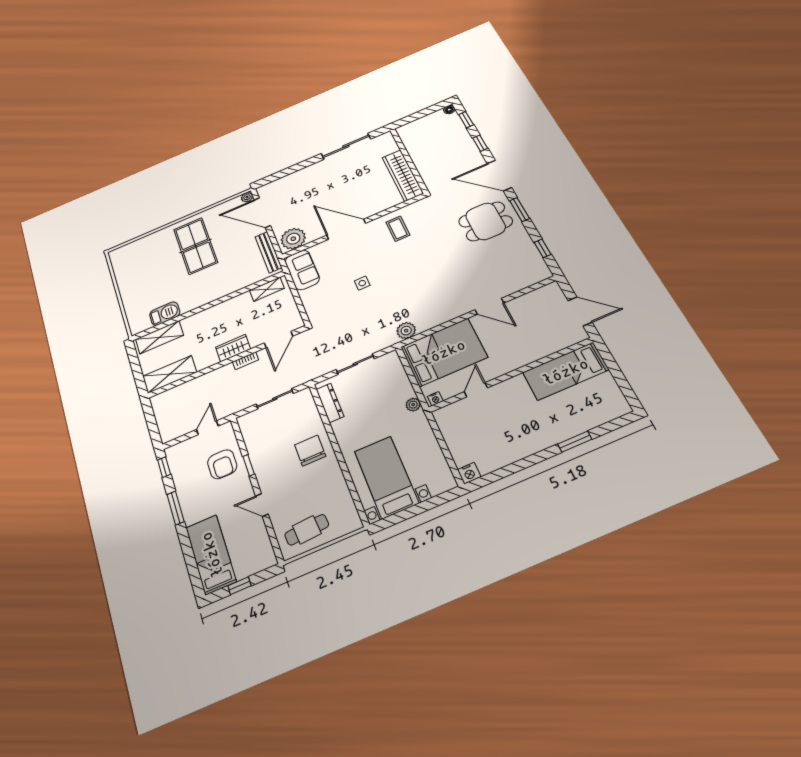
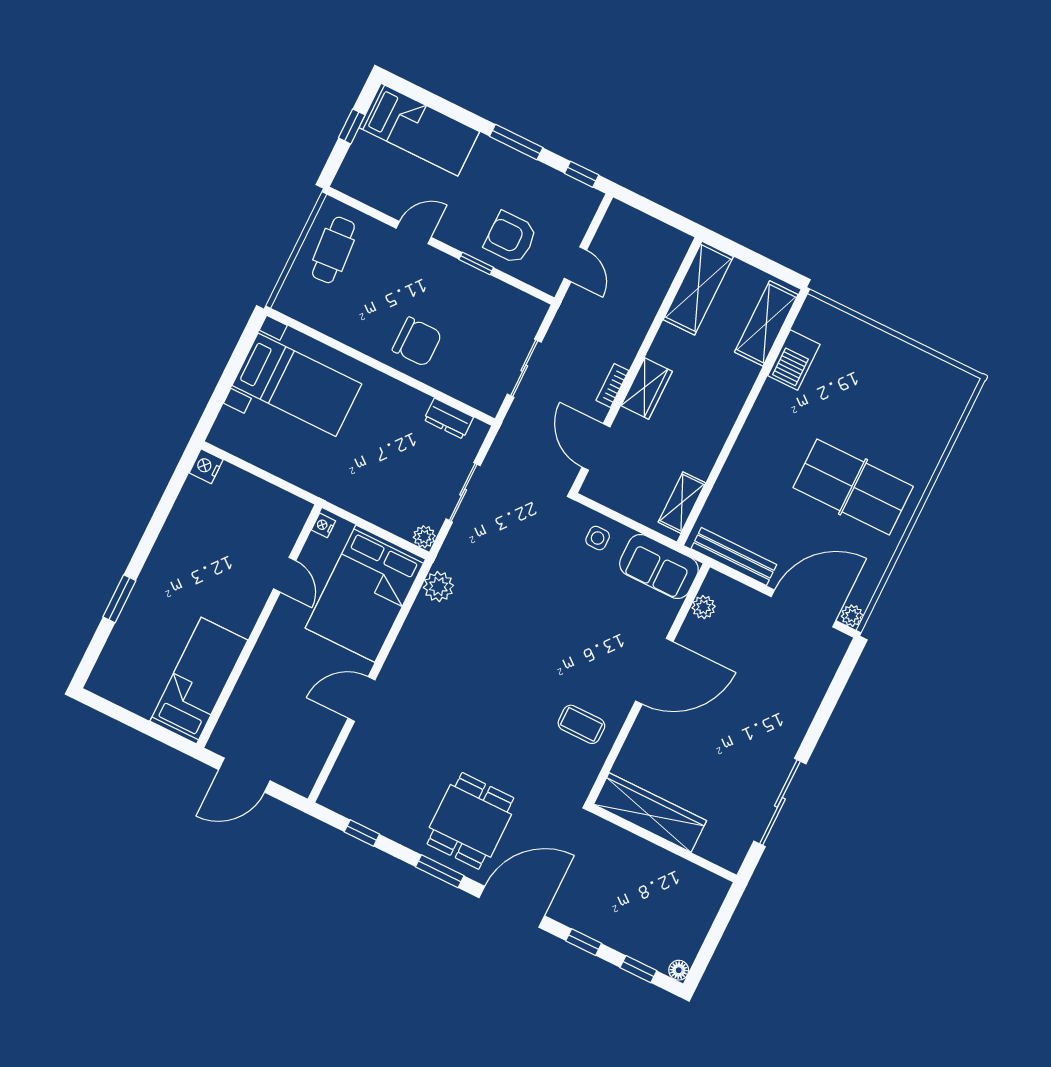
plant: (293, 239) -> (704, 607), width x0.53, depth x0.53
side table: (362, 283) -> (598, 538), moved
dresser: (330, 403) -> (449, 419), width x0.70
plant: (413, 405) -> (424, 537), moved

